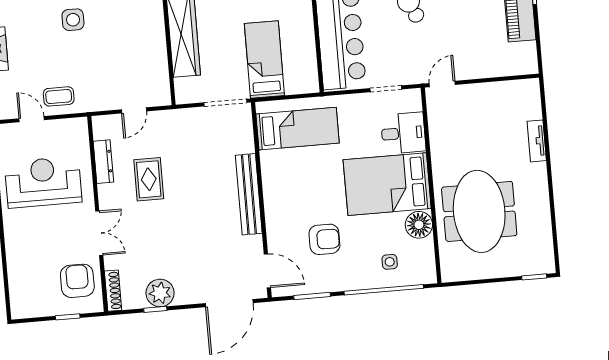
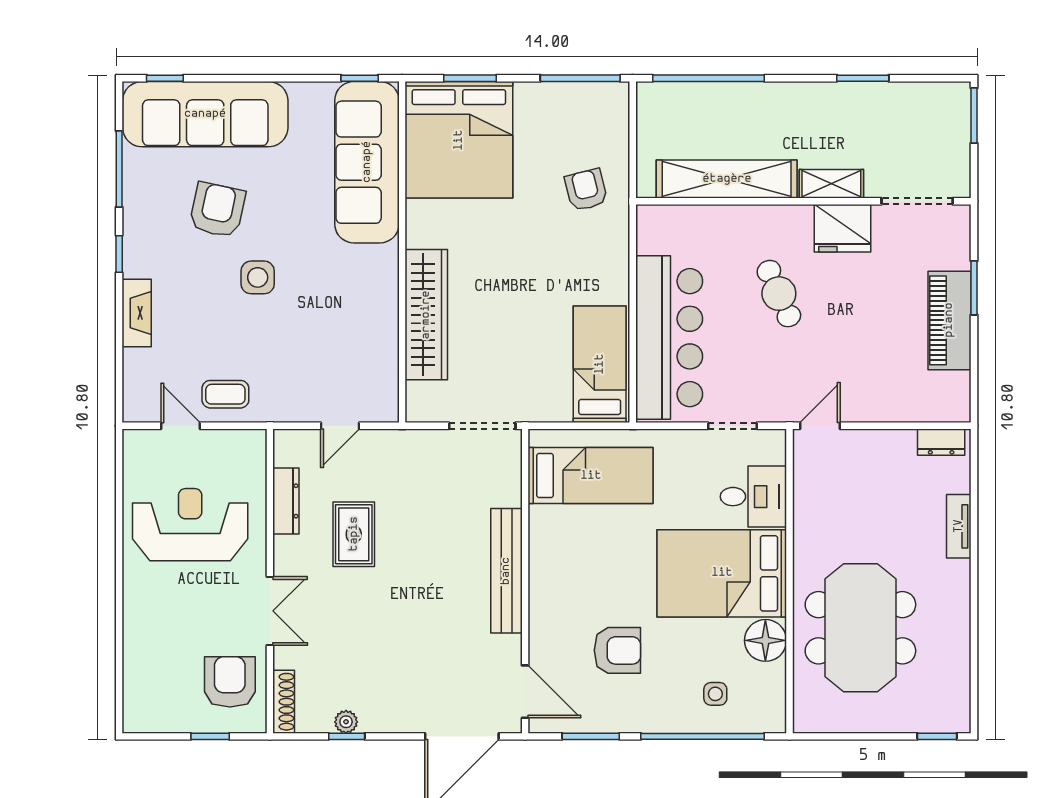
bed: (264, 59) -> (600, 364), moved
dresser: (521, 88) -> (941, 442), added
plant: (160, 293) -> (346, 722), width x0.53, depth x0.53

